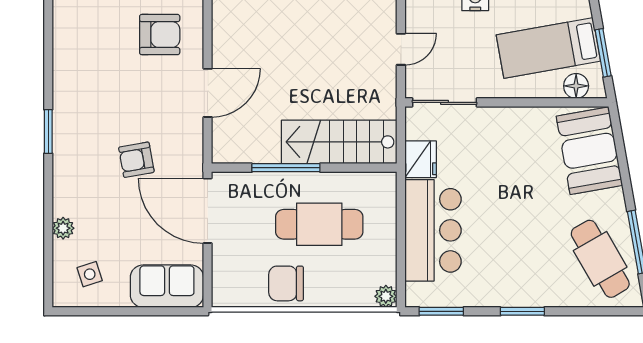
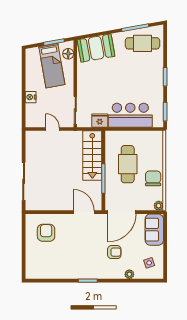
door: (208, 93) -> (84, 212), moved
armchair: (136, 160) -> (114, 252), moved, turned -80
cafe table: (600, 259) -> (143, 43), turned 30
chair: (286, 283) -> (153, 178), turned 180
plant: (386, 296) -> (159, 206), moved

